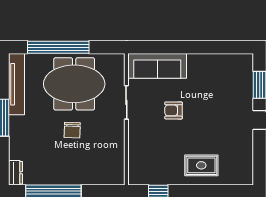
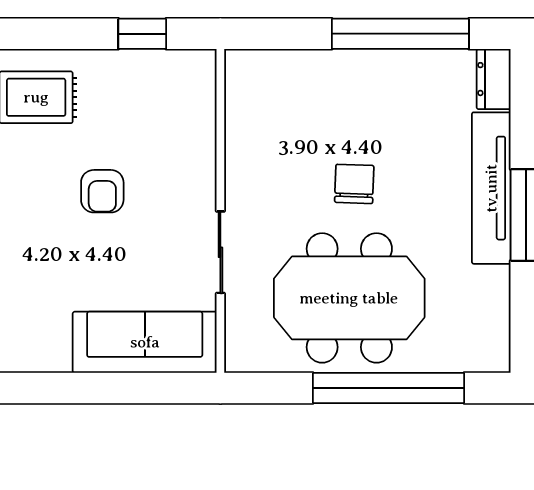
tv unit: (17, 84) -> (491, 188), moved
armchair: (174, 110) -> (102, 191), moved, turned 90

